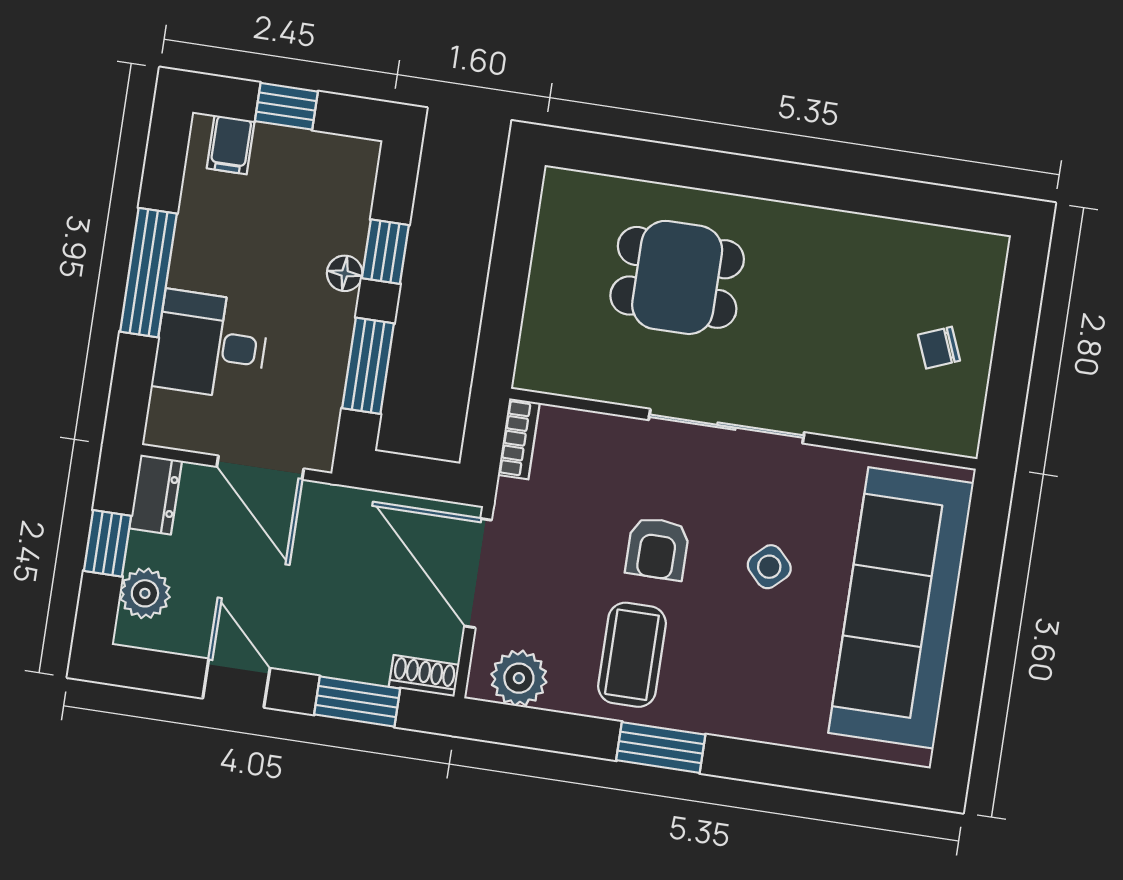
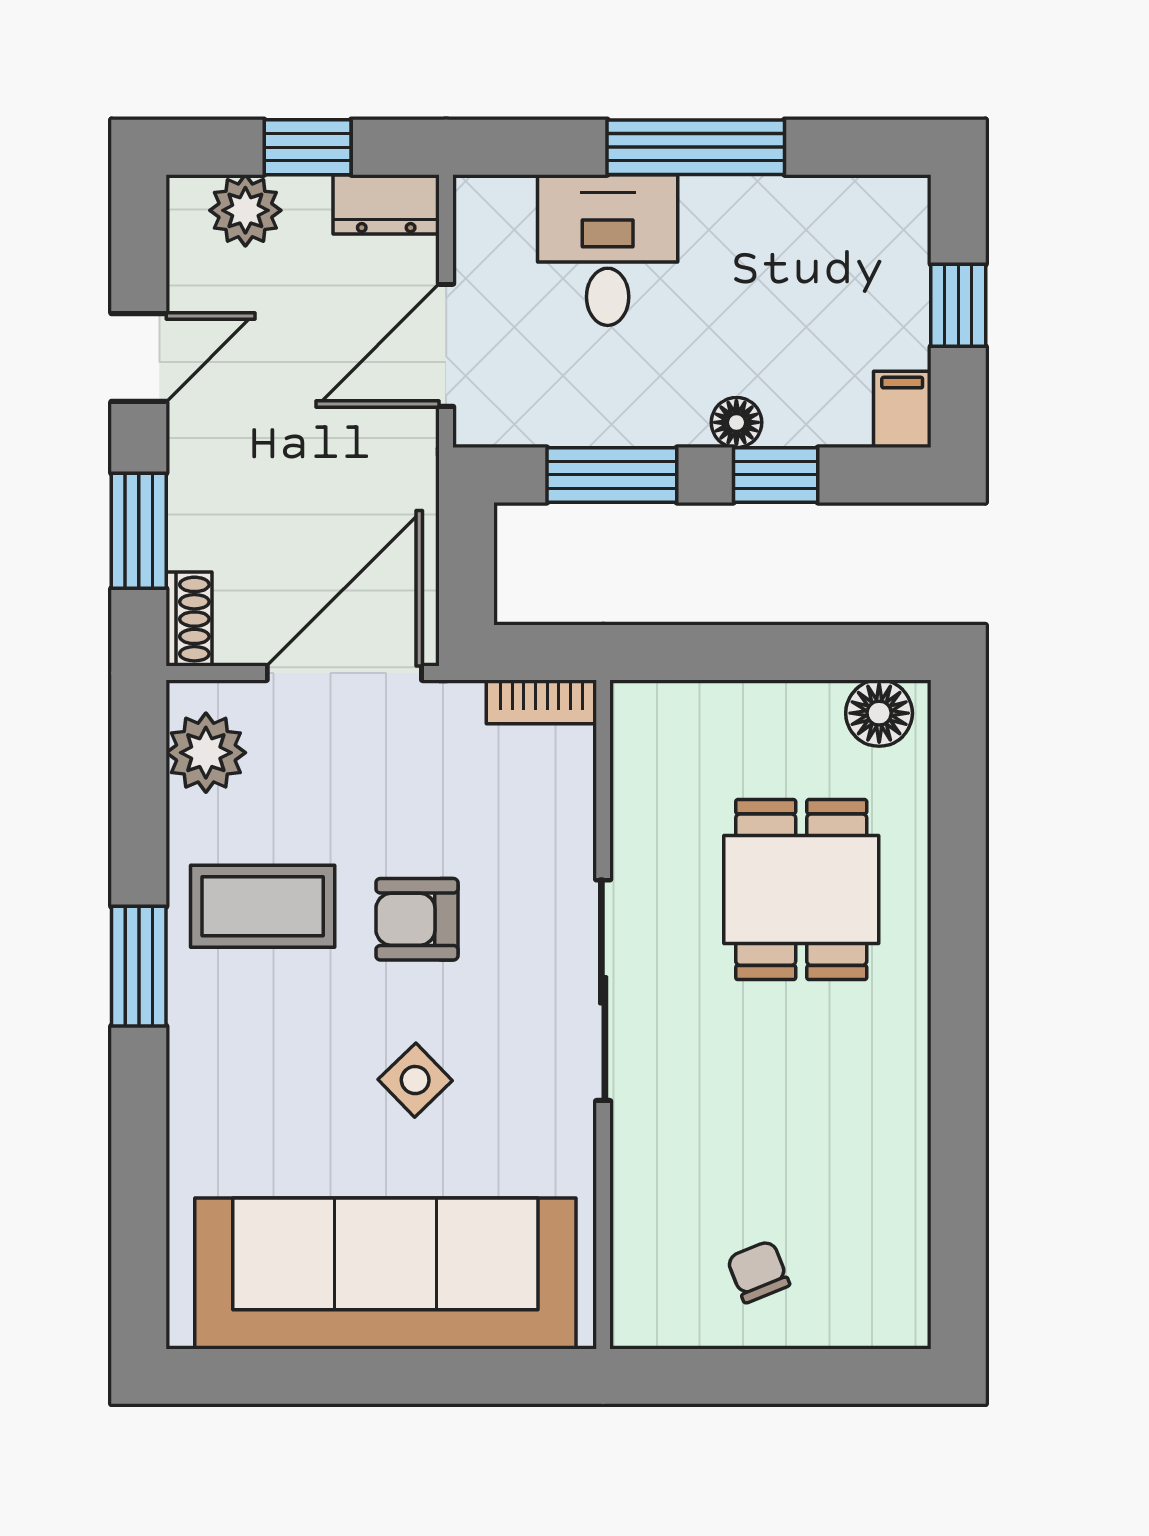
filing cabinet: (231, 145) -> (902, 409), moved, turned 90
floor lamp: (562, 205) -> (879, 713), added

